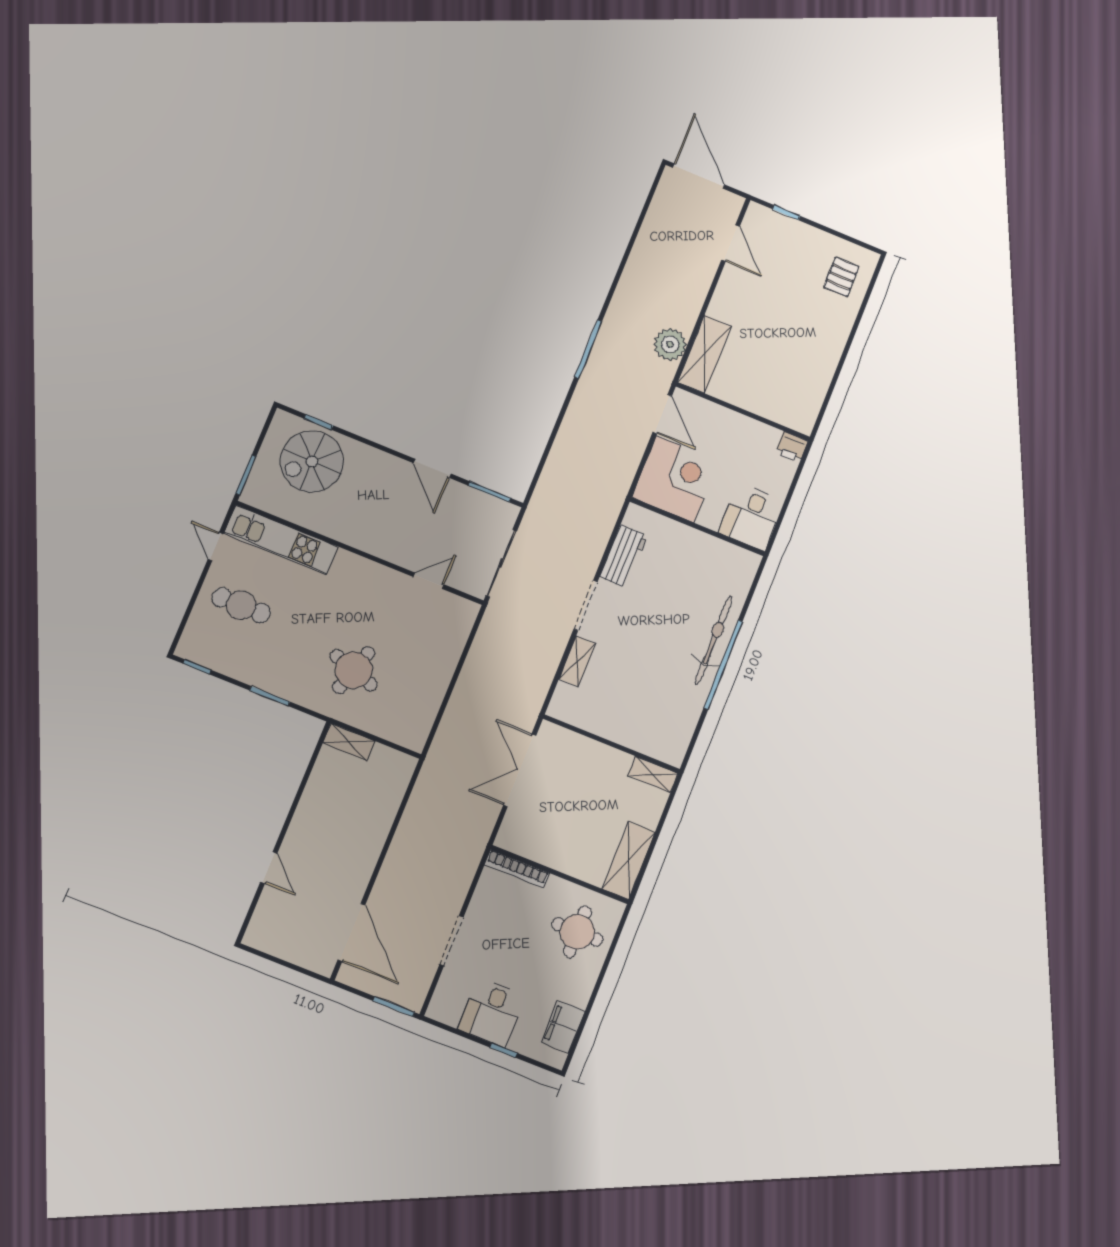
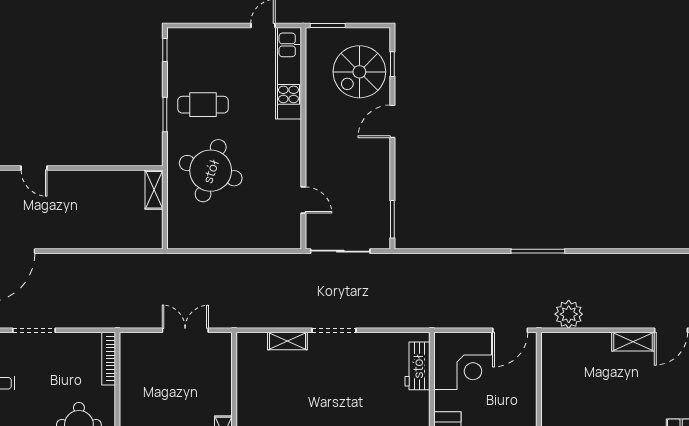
shelving: (705, 354) -> (633, 342), moved, width x0.67, depth x0.75
spiral stairs: (312, 461) -> (359, 72), turned -90
door: (432, 468) -> (392, 121), moved
workbench: (624, 556) -> (418, 366), moved, turned 90
cafe table: (241, 605) -> (203, 105), moved, turned 90
round table: (354, 670) -> (211, 171), width x1.36, depth x1.36
double door: (520, 770) -> (185, 330), width x0.73
door: (269, 868) -> (34, 168), hinge flipped

